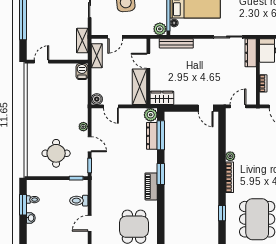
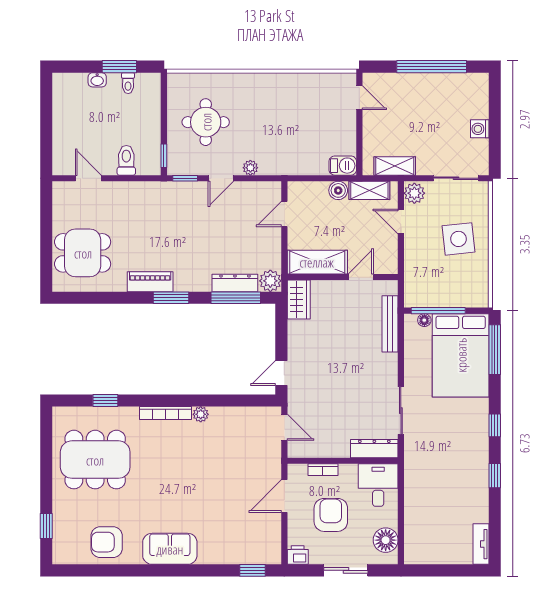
plant: (160, 29) -> (414, 193), moved
boiler: (97, 99) -> (338, 190), moved

